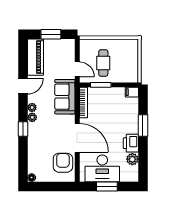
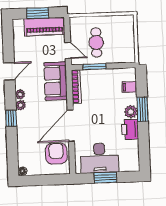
piano: (36, 57) -> (44, 27), moved, turned 90
filing cabinet: (132, 92) -> (129, 87), moved
door: (77, 138) -> (71, 126), swing flipped
plant: (132, 159) -> (131, 112), moved

